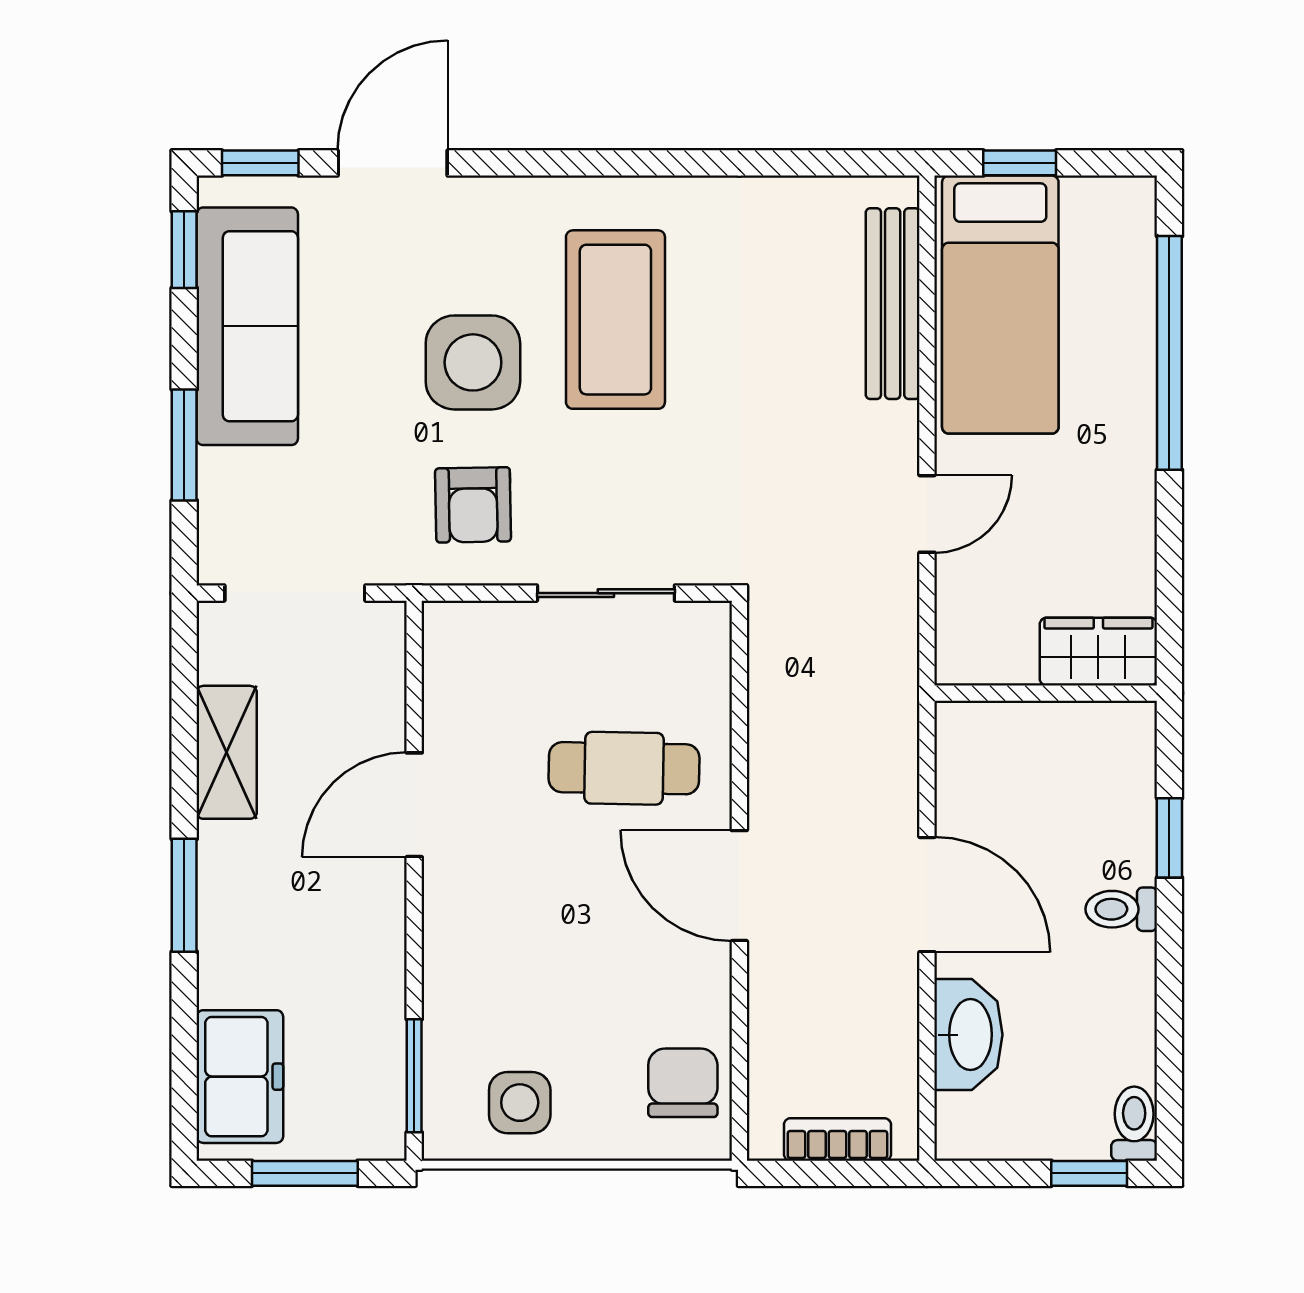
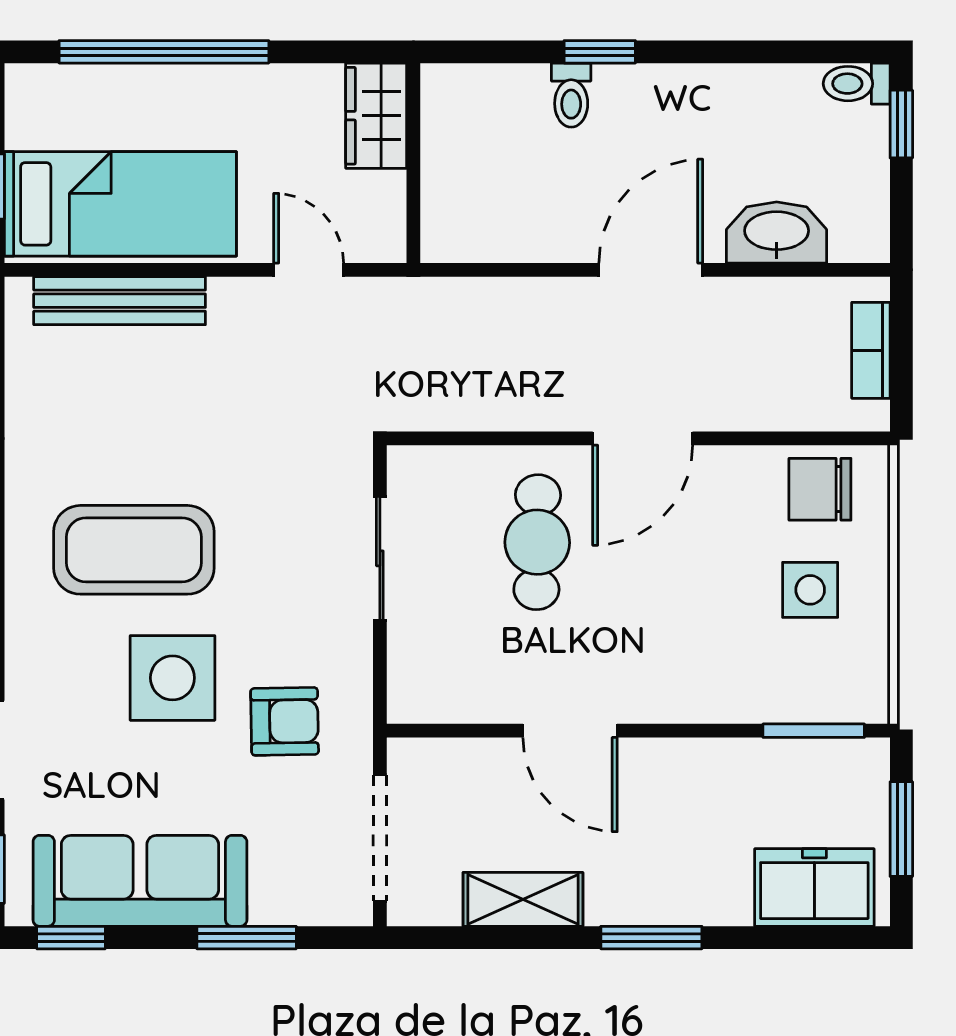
armchair: (473, 505) -> (285, 721), moved
wardrobe: (1098, 652) -> (376, 116), moved
wall: (1046, 693) -> (413, 163), moved
toilet: (1121, 909) -> (571, 95), moved
side table: (520, 1103) -> (810, 590), moved

